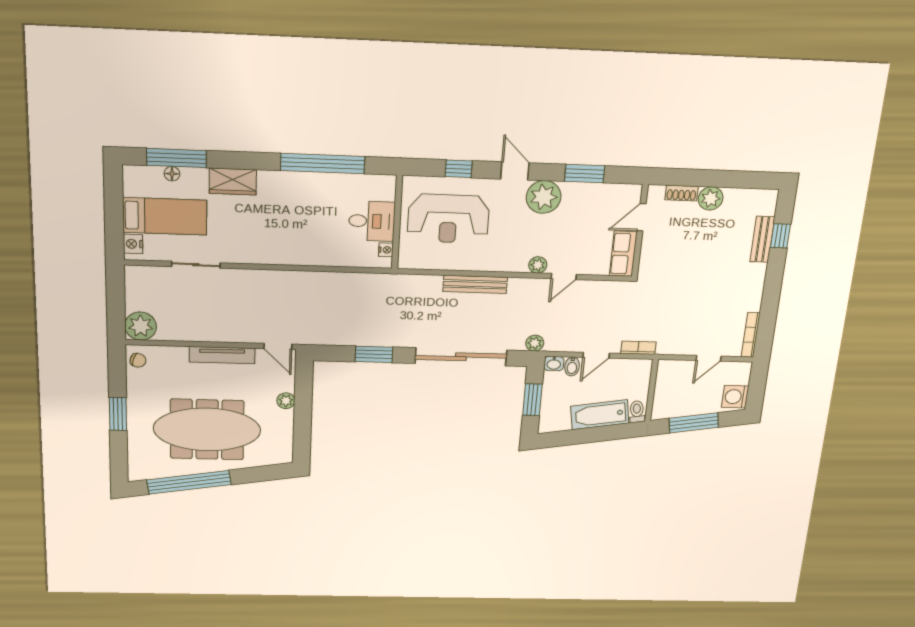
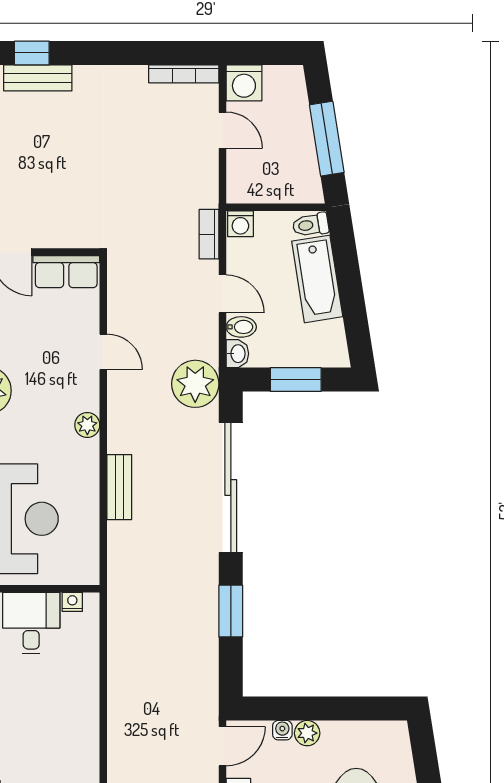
plant: (538, 265) -> (87, 425), moved
bench: (475, 284) -> (119, 487), width x0.73
plant: (535, 343) -> (195, 384), width x1.87, depth x1.87
washing machine: (643, 368) -> (240, 224), added
water cooler: (288, 385) -> (282, 730), added
washing machine: (735, 397) -> (244, 83), moved

